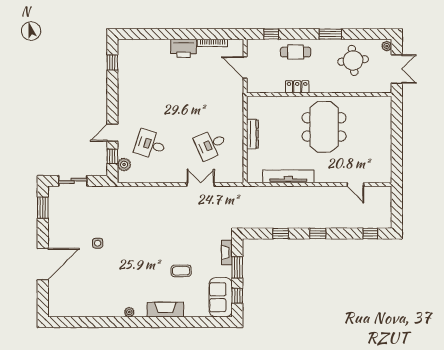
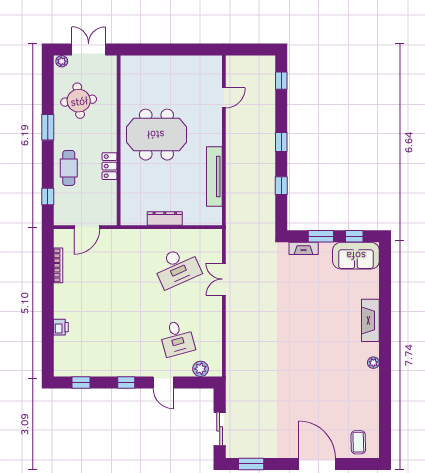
printer: (184, 48) -> (61, 327), moved, width x0.53, depth x0.68
desk: (150, 144) -> (177, 338), turned -33
desk: (211, 144) -> (177, 267), width x1.37
window: (112, 156) -> (126, 382), moved
side table: (98, 243) -> (293, 400), removed
coffee table: (181, 271) -> (358, 442), moved

